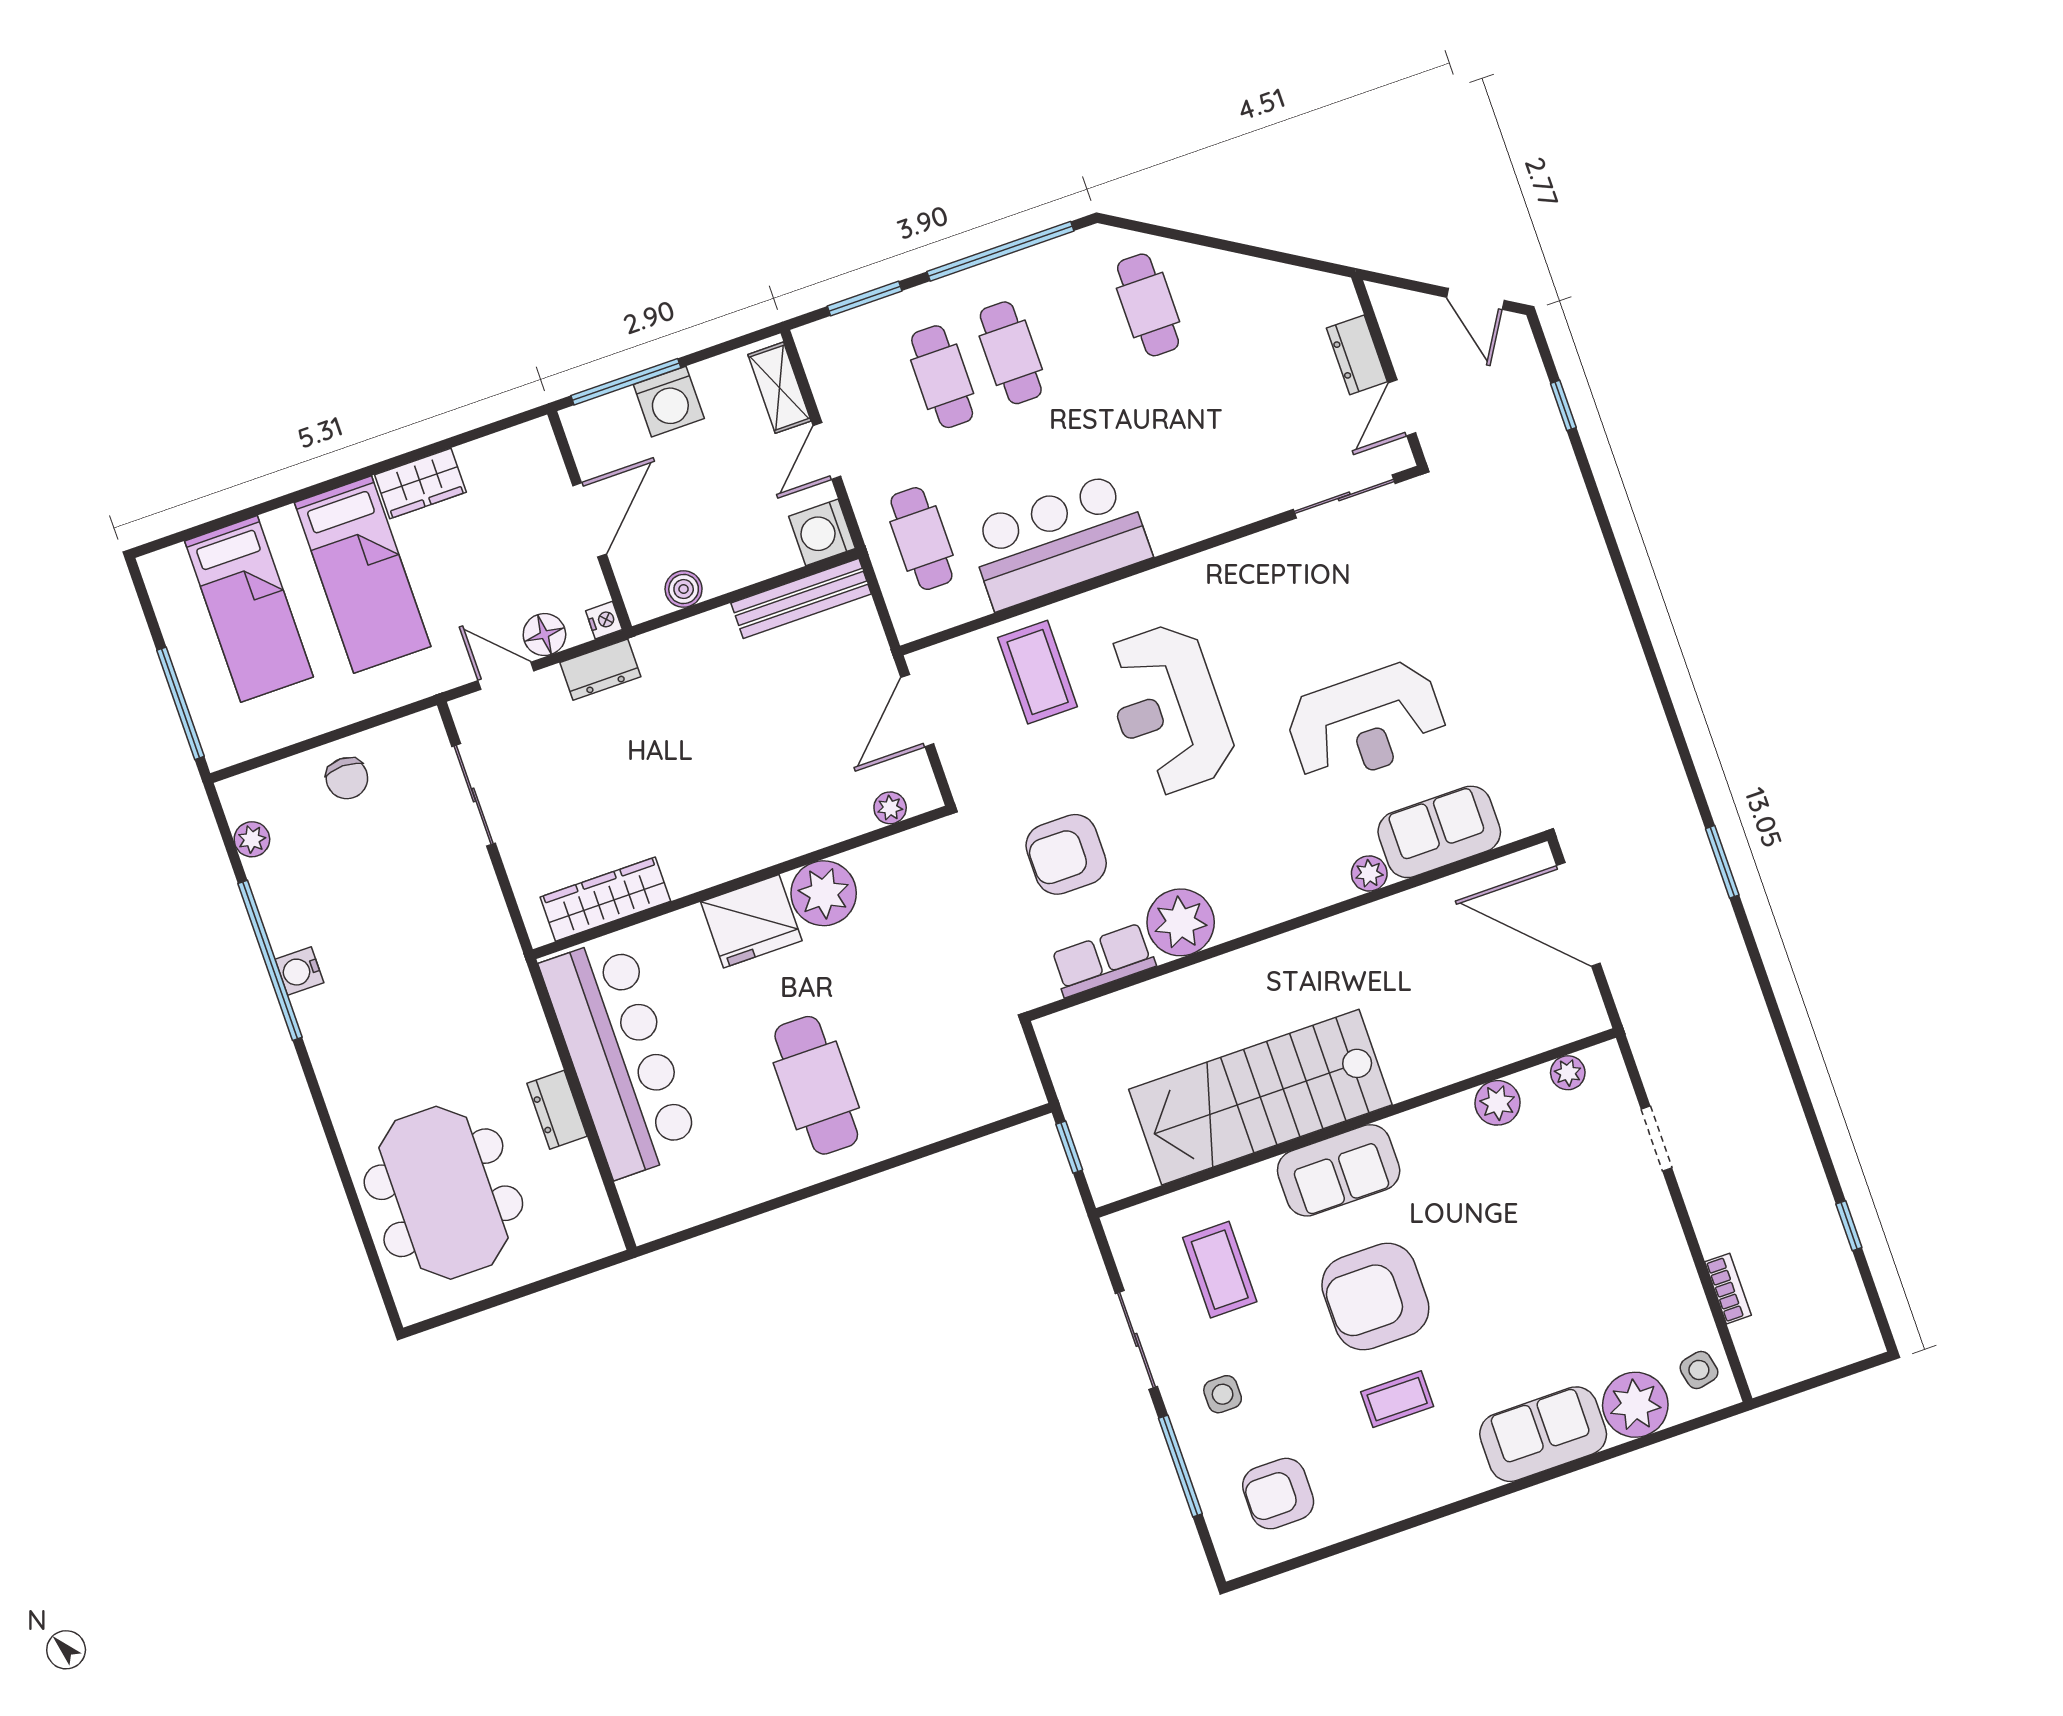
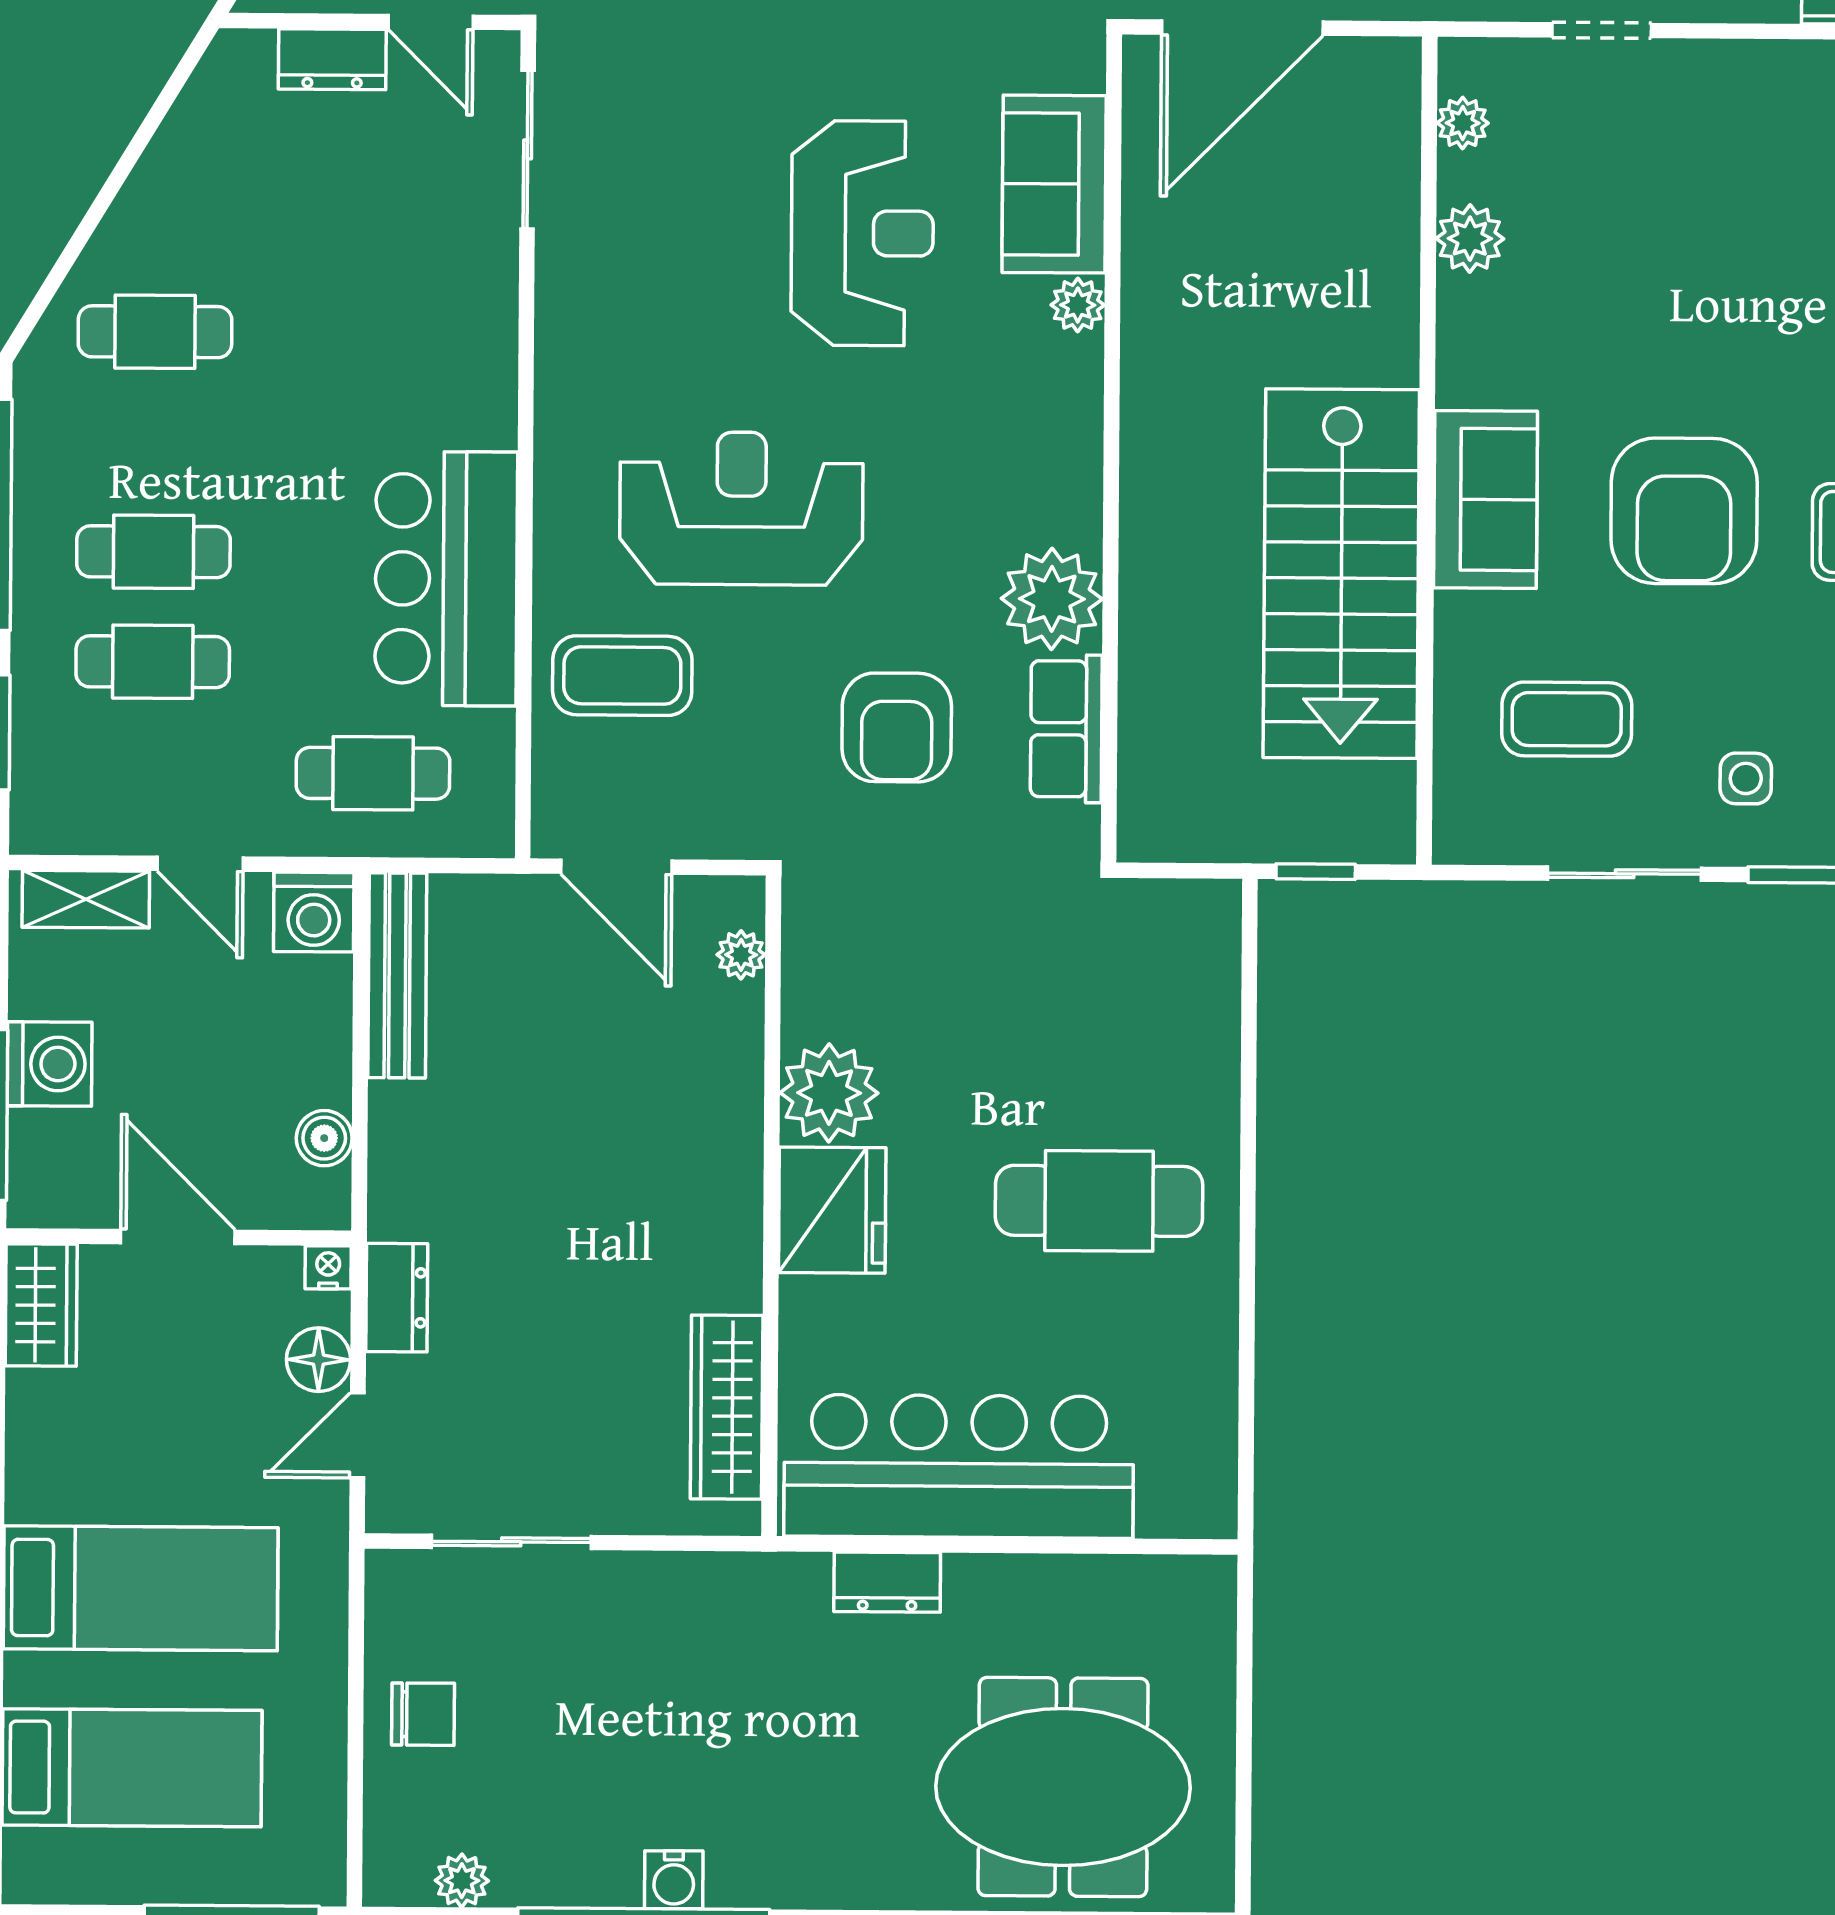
wardrobe: (420, 483) -> (41, 1305), moved
reception desk: (1168, 709) -> (741, 508), turned 180
dresser: (557, 1110) -> (887, 1582), moved

